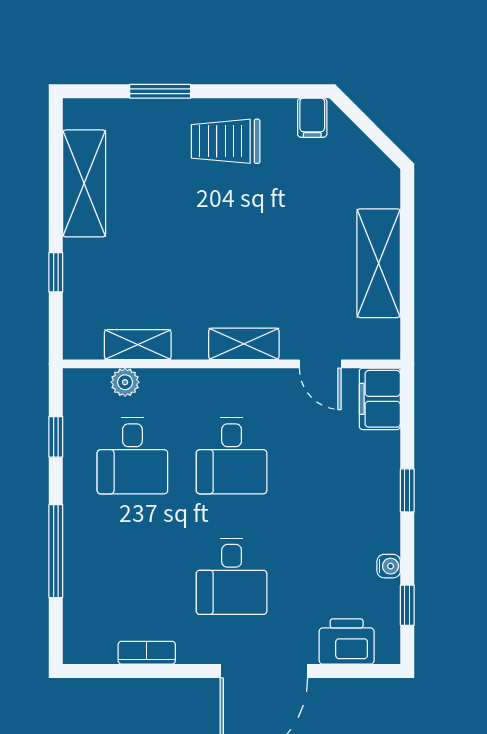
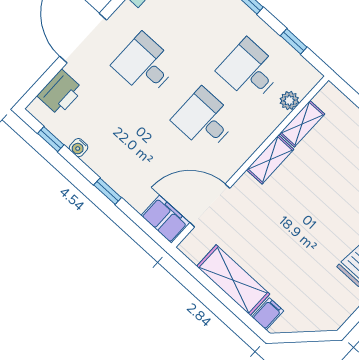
filing cabinet: (312, 118) -> (268, 314), moved, turned 90
shelving: (244, 344) -> (270, 160), moved
door: (320, 364) -> (210, 205), width x1.87

